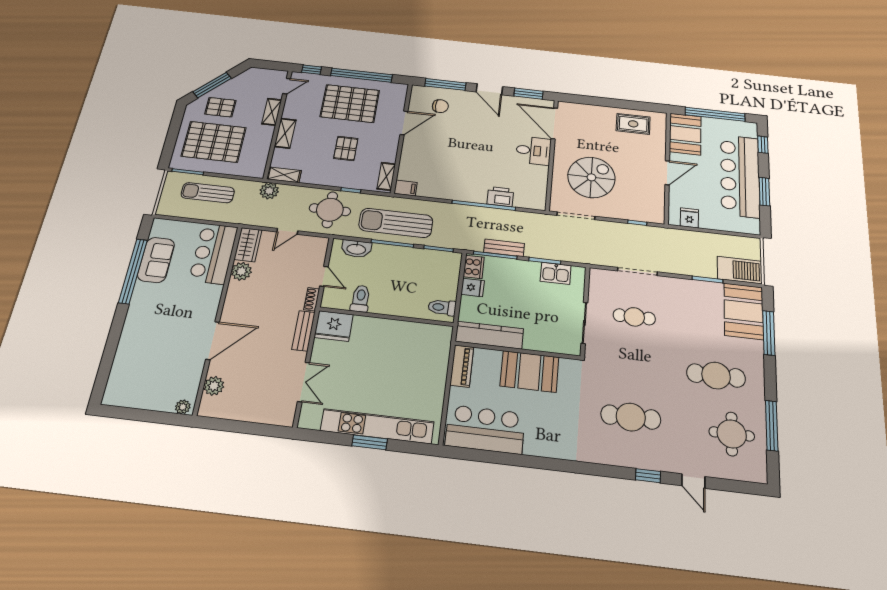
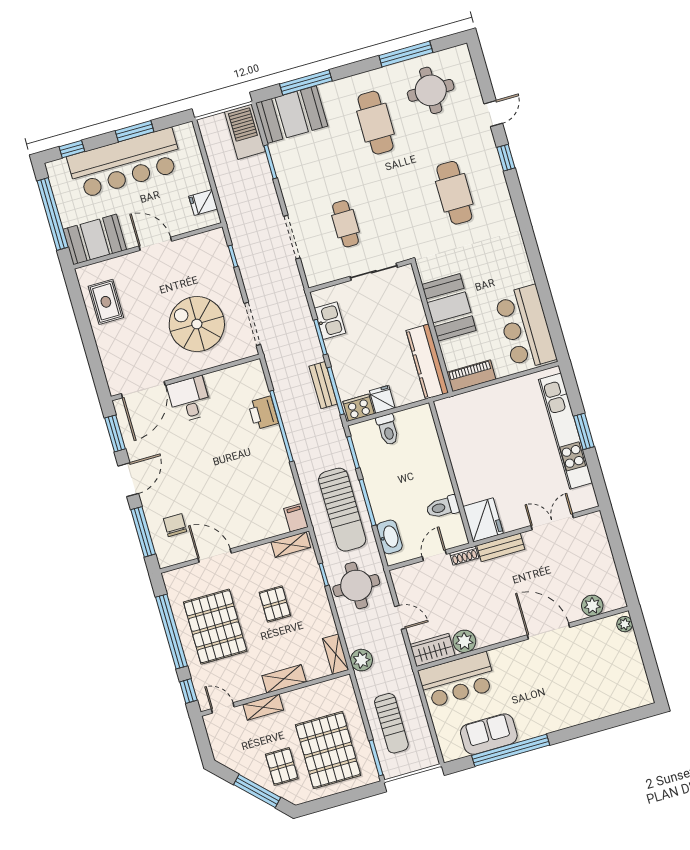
pallet: (346, 148) -> (275, 604), turned 90
toilet: (442, 307) -> (388, 430), moved

